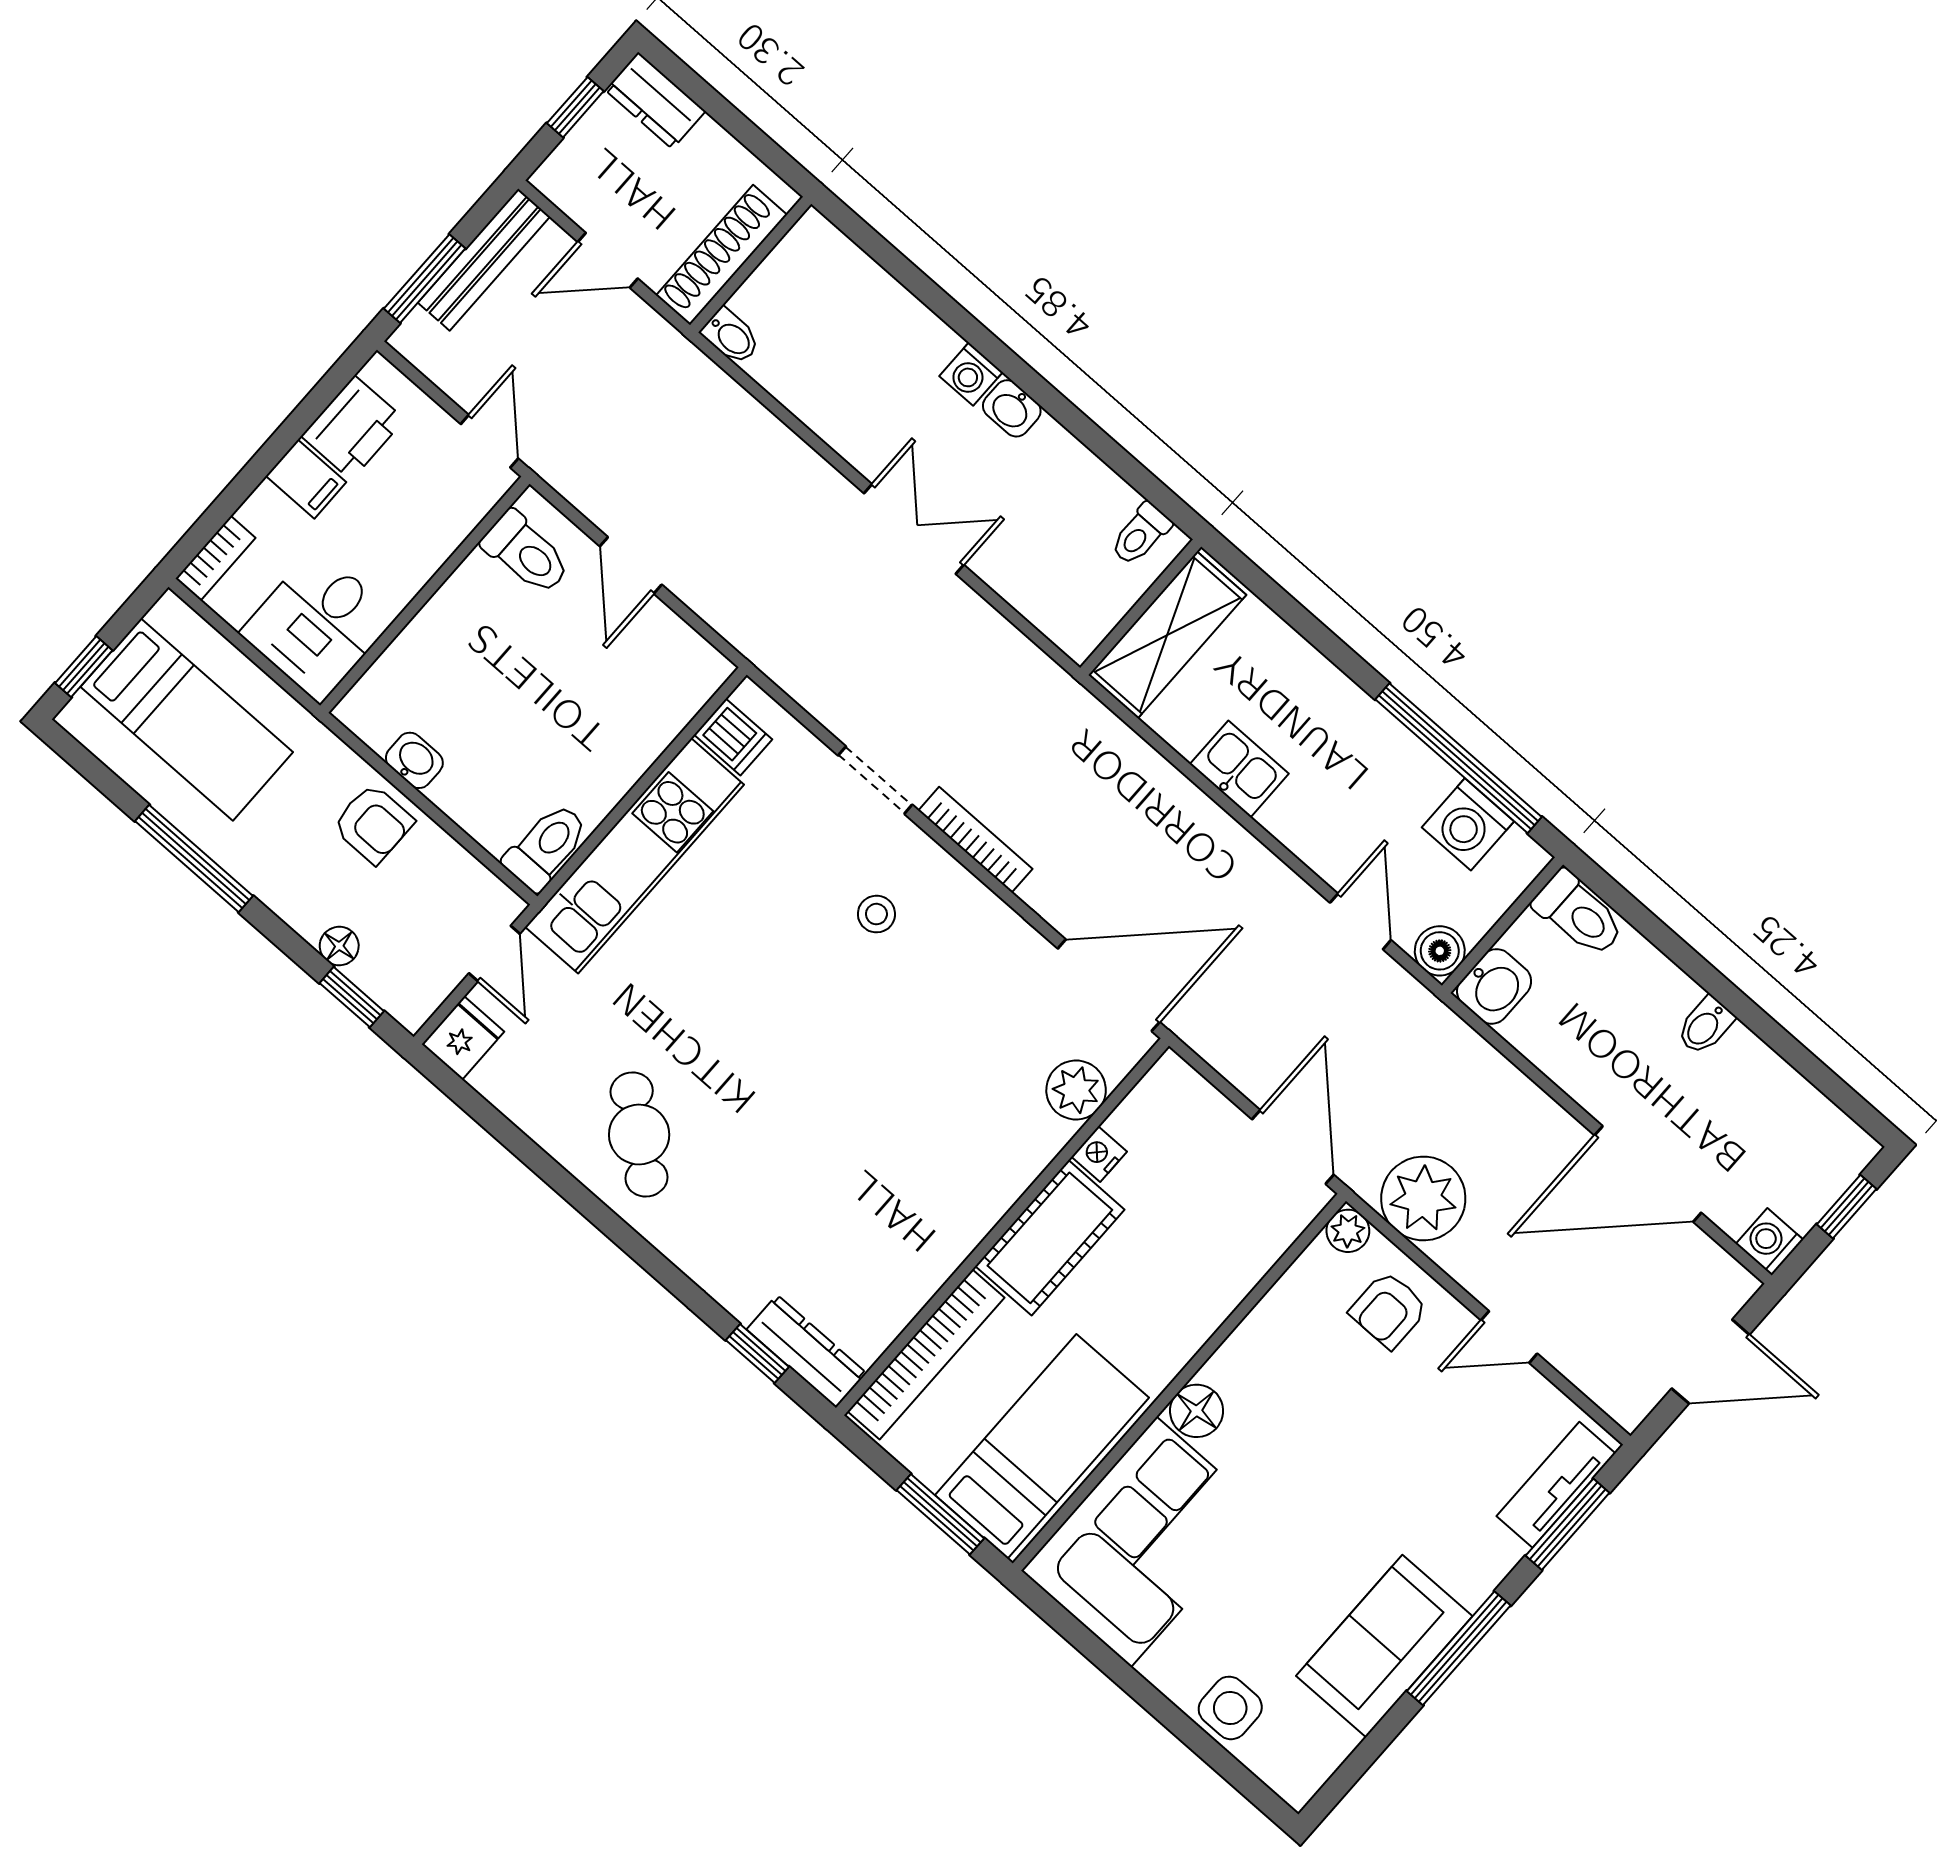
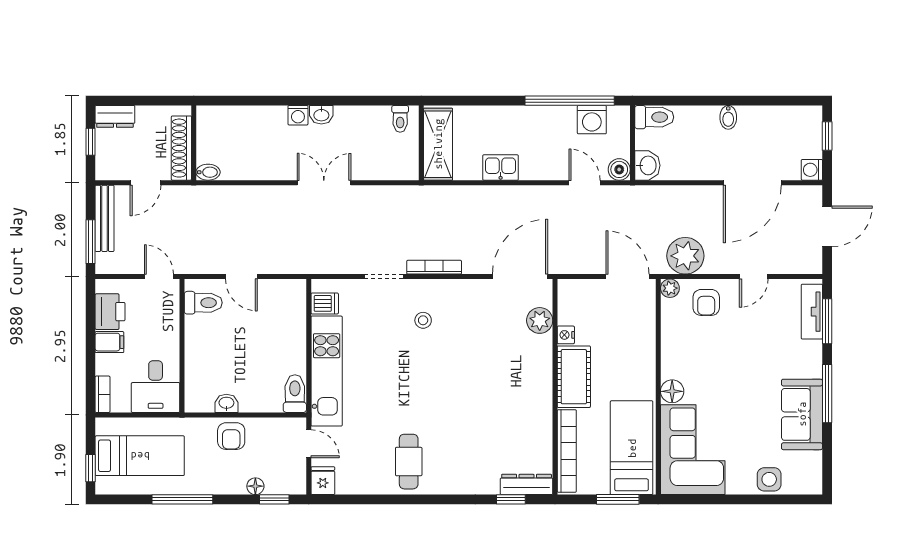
armchair: (373, 824) -> (231, 436), turned 90
cafe table: (639, 1135) -> (409, 462), turned 51

